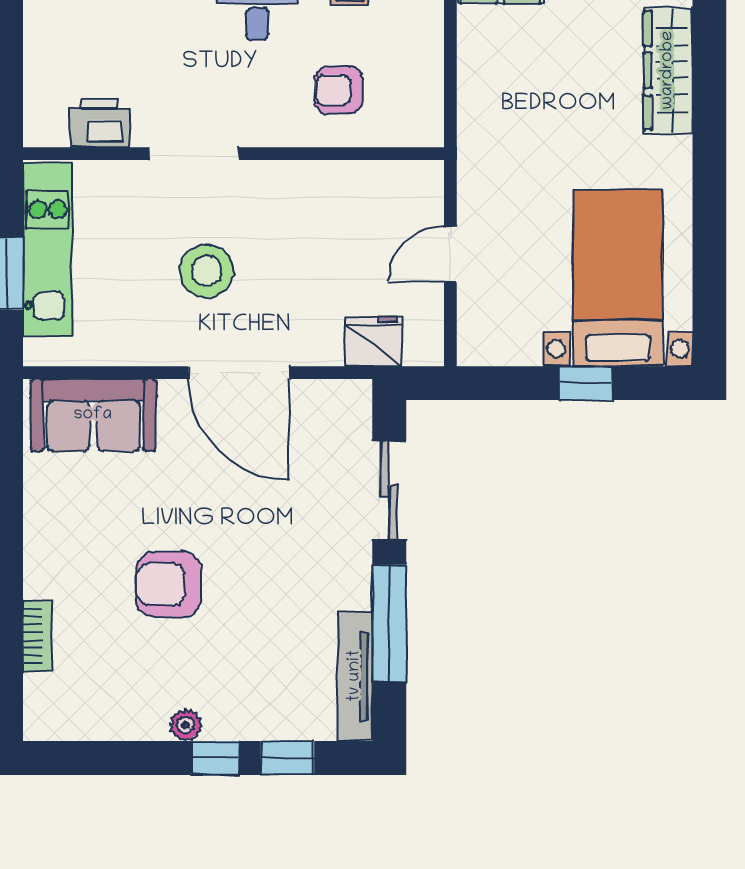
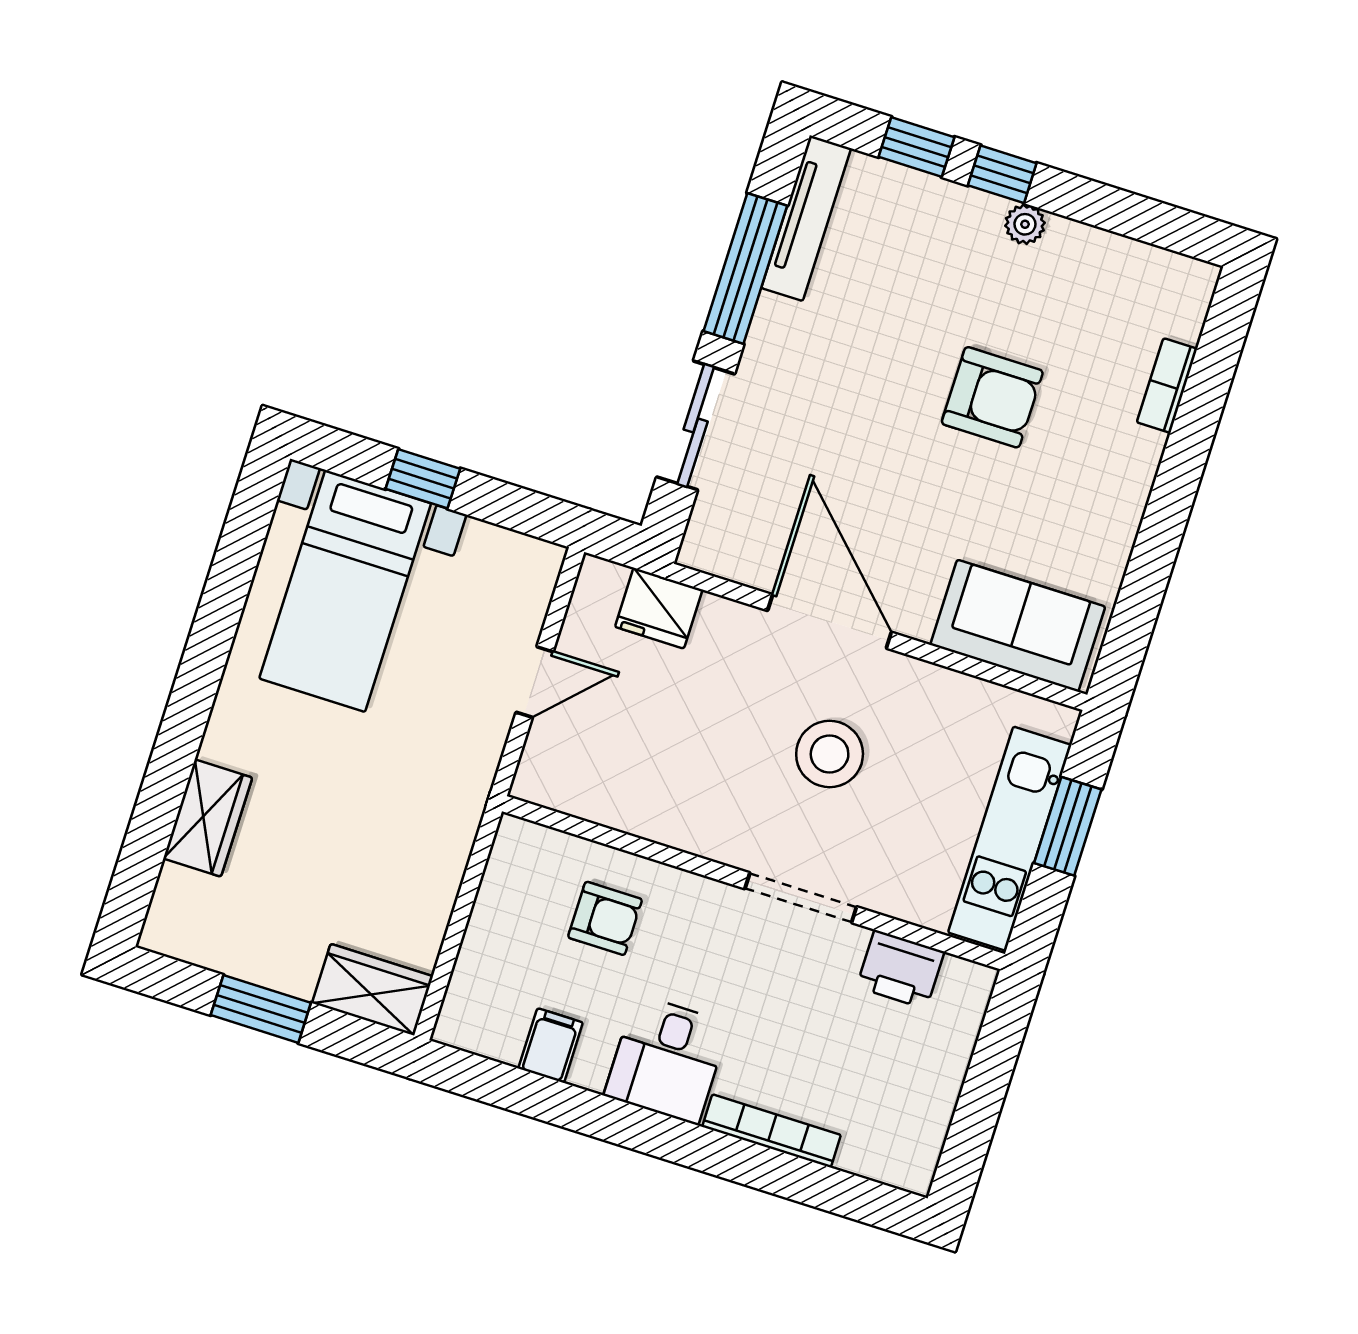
wardrobe: (668, 70) -> (208, 818), width x0.67

